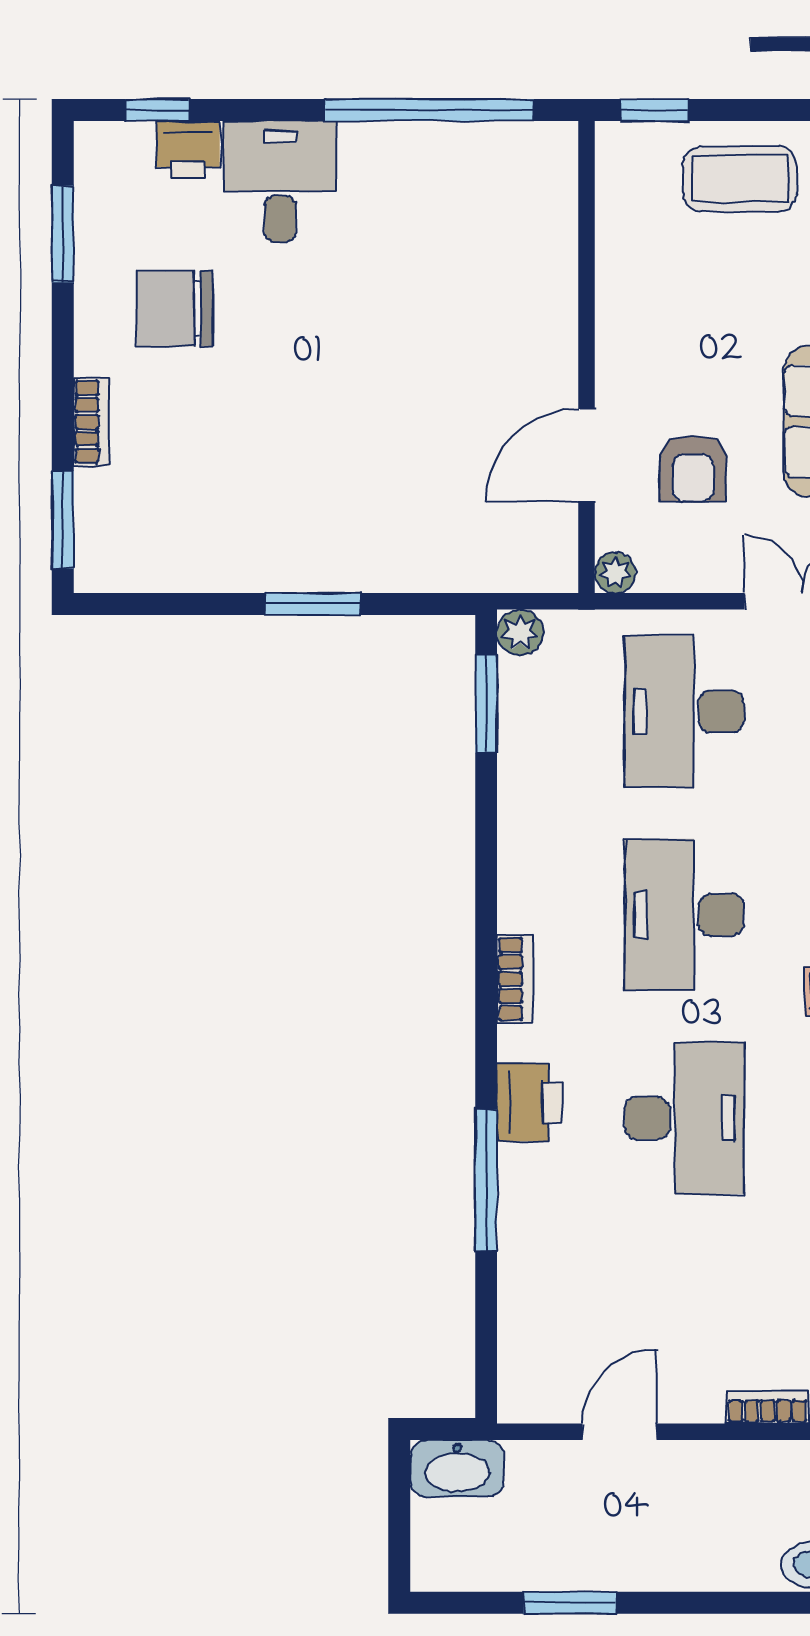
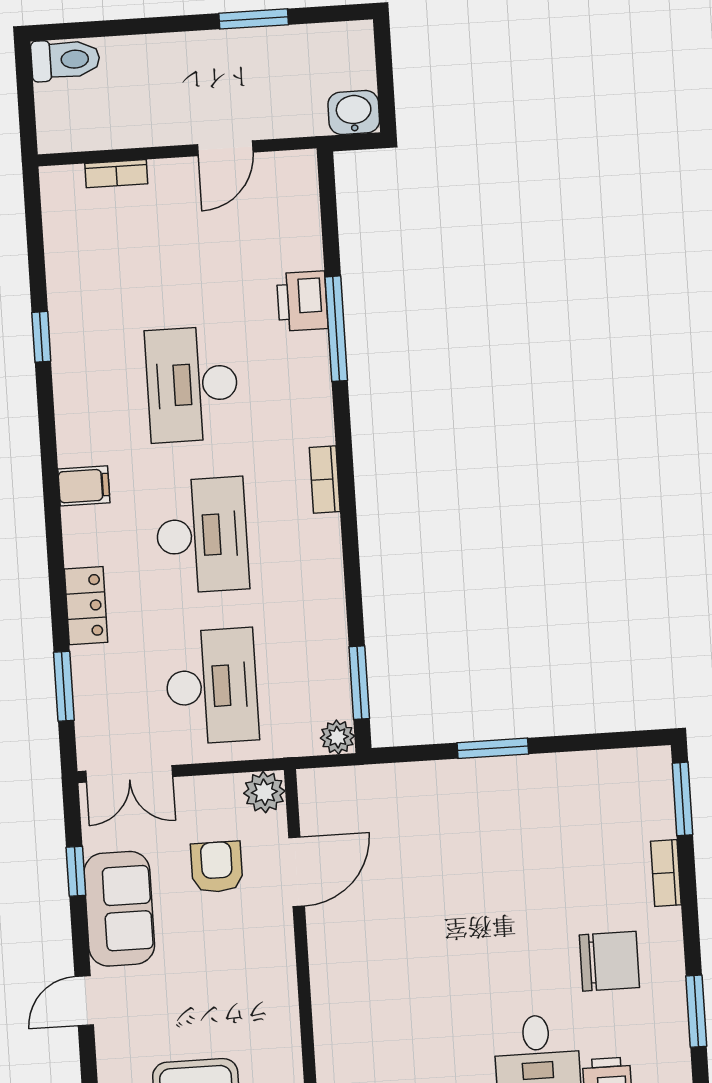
plant: (615, 573) -> (264, 792), width x1.38, depth x1.38
printer: (529, 1102) -> (302, 301), moved
washbasin: (457, 1469) -> (354, 113), width x0.72

